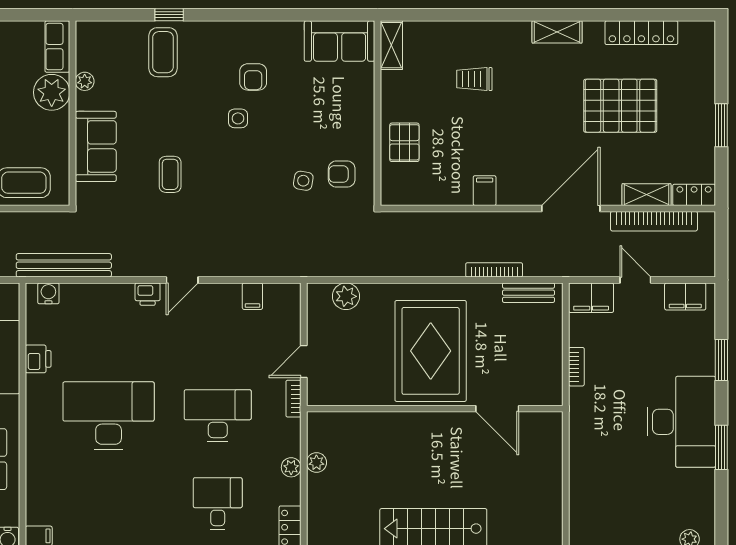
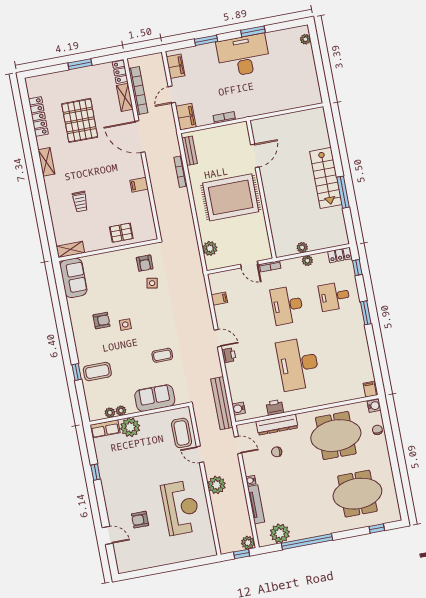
plant: (85, 61) -> (110, 413), added

